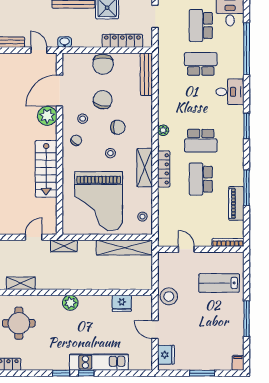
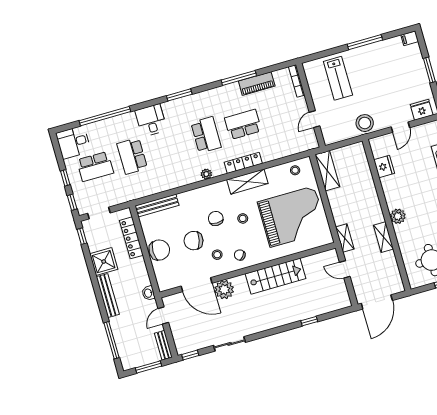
school desk: (201, 179) -> (243, 124), turned 180
shelving: (124, 248) -> (327, 171), width x0.68
shelving: (21, 283) -> (383, 237), moved

